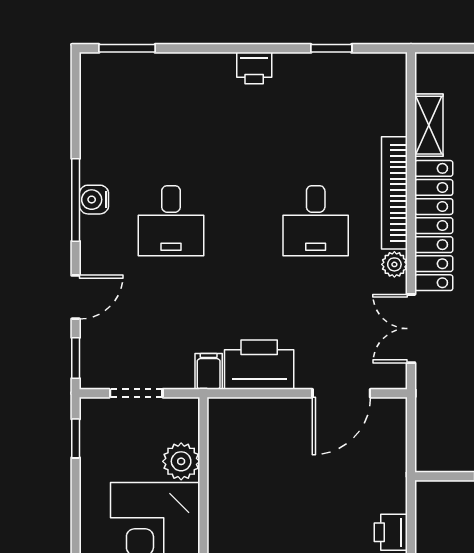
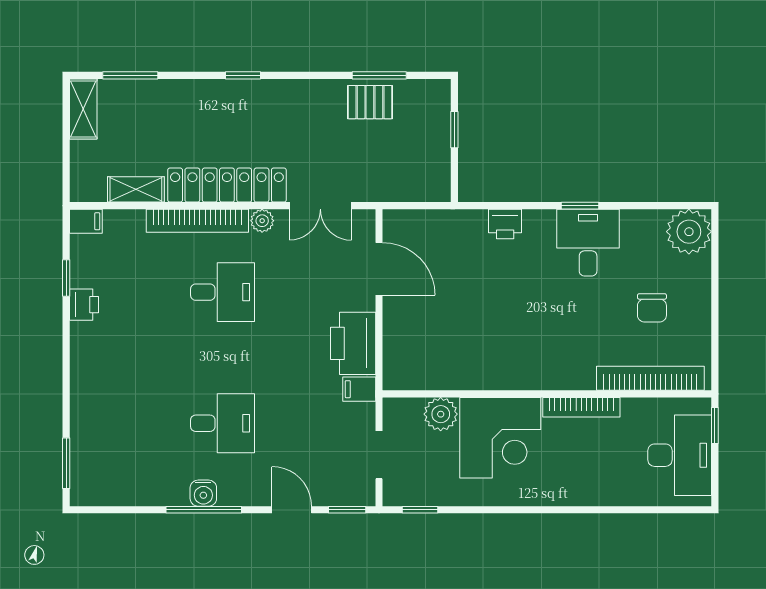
printer: (254, 68) -> (84, 305), moved
filing cabinet: (394, 70) -> (86, 221), added

